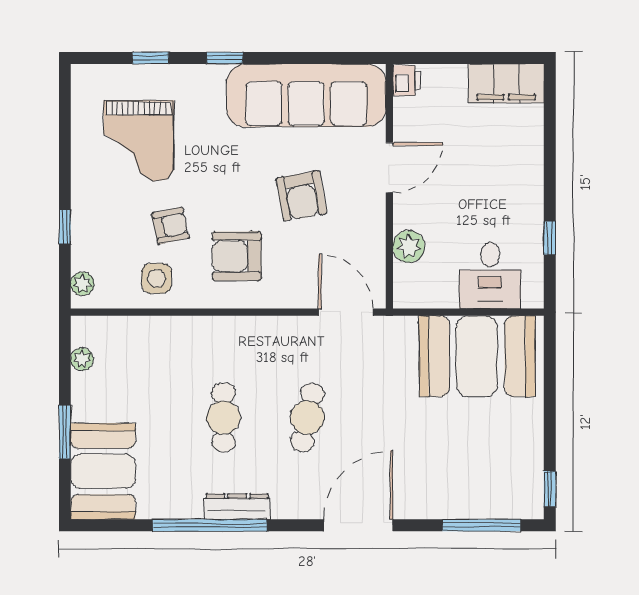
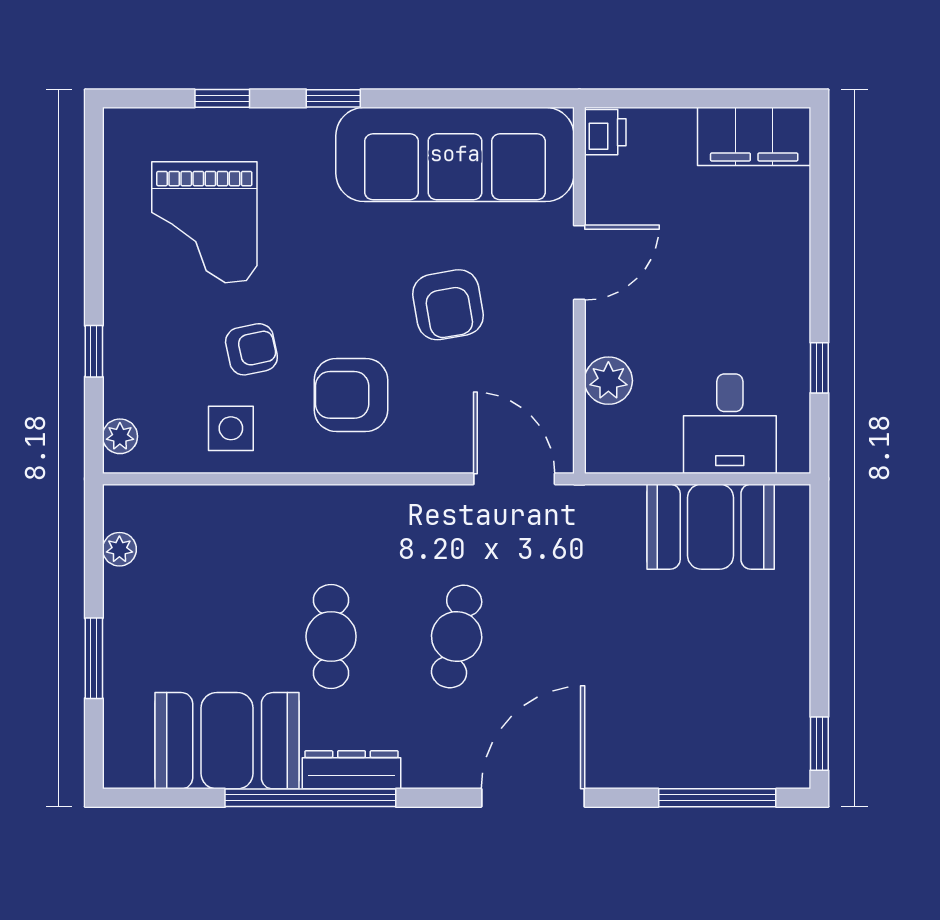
booth: (477, 356) -> (711, 527), width x0.73, depth x0.70
booth: (103, 471) -> (227, 741), moved, turned 90

